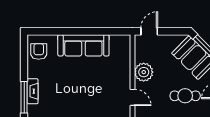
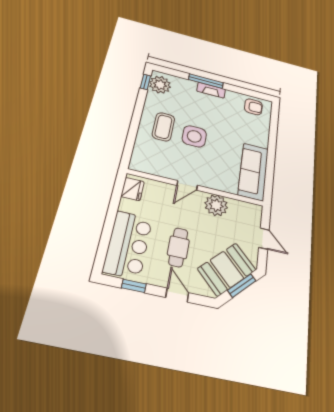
door: (149, 31) -> (264, 239), moved
sofa: (83, 45) -> (253, 172), moved
side table: (85, 99) -> (194, 136), added

